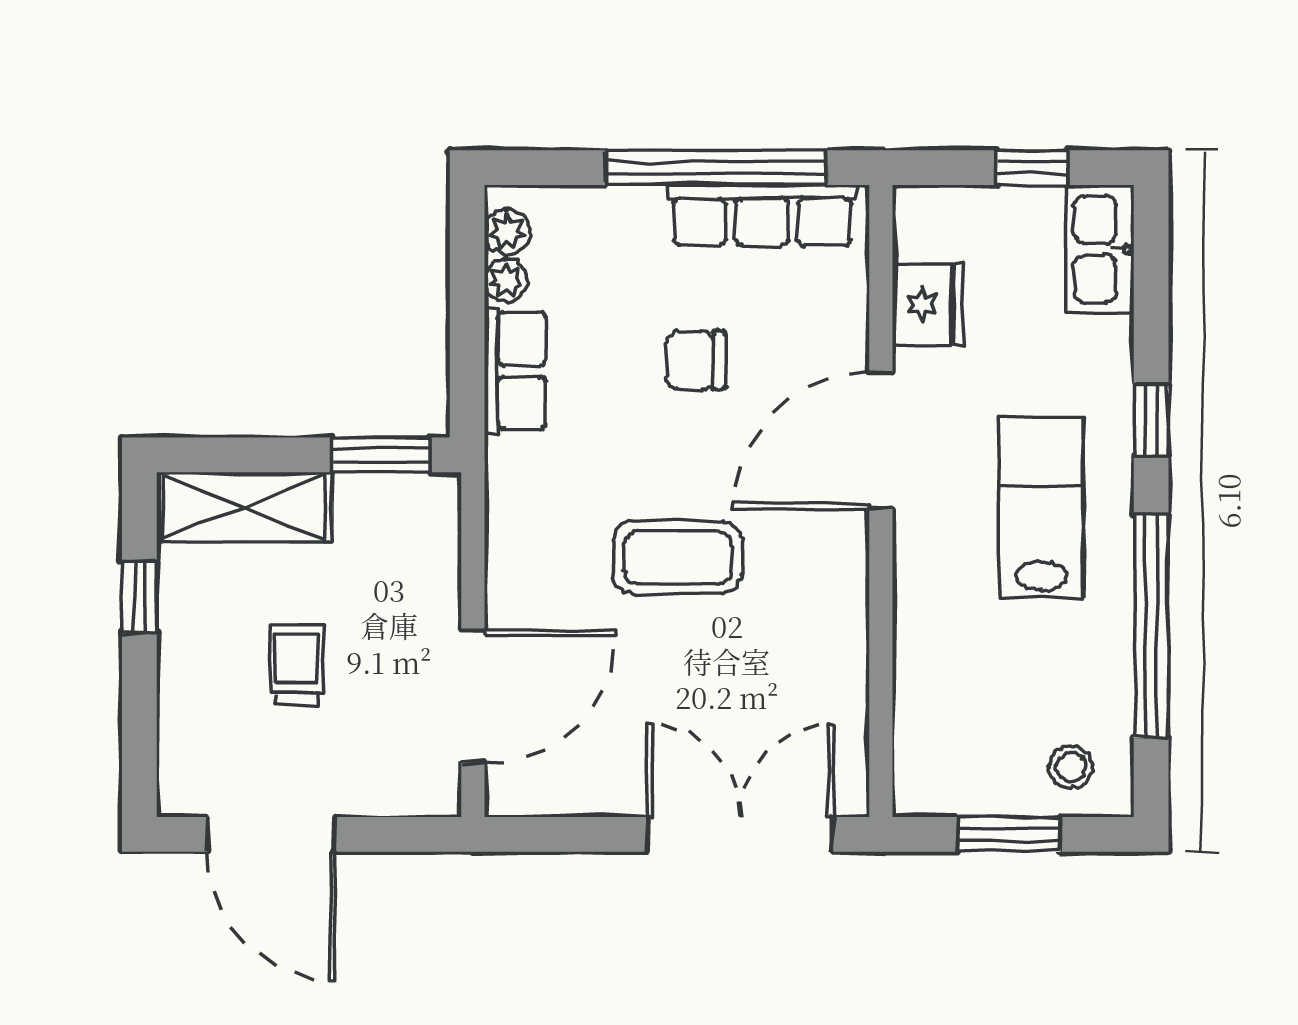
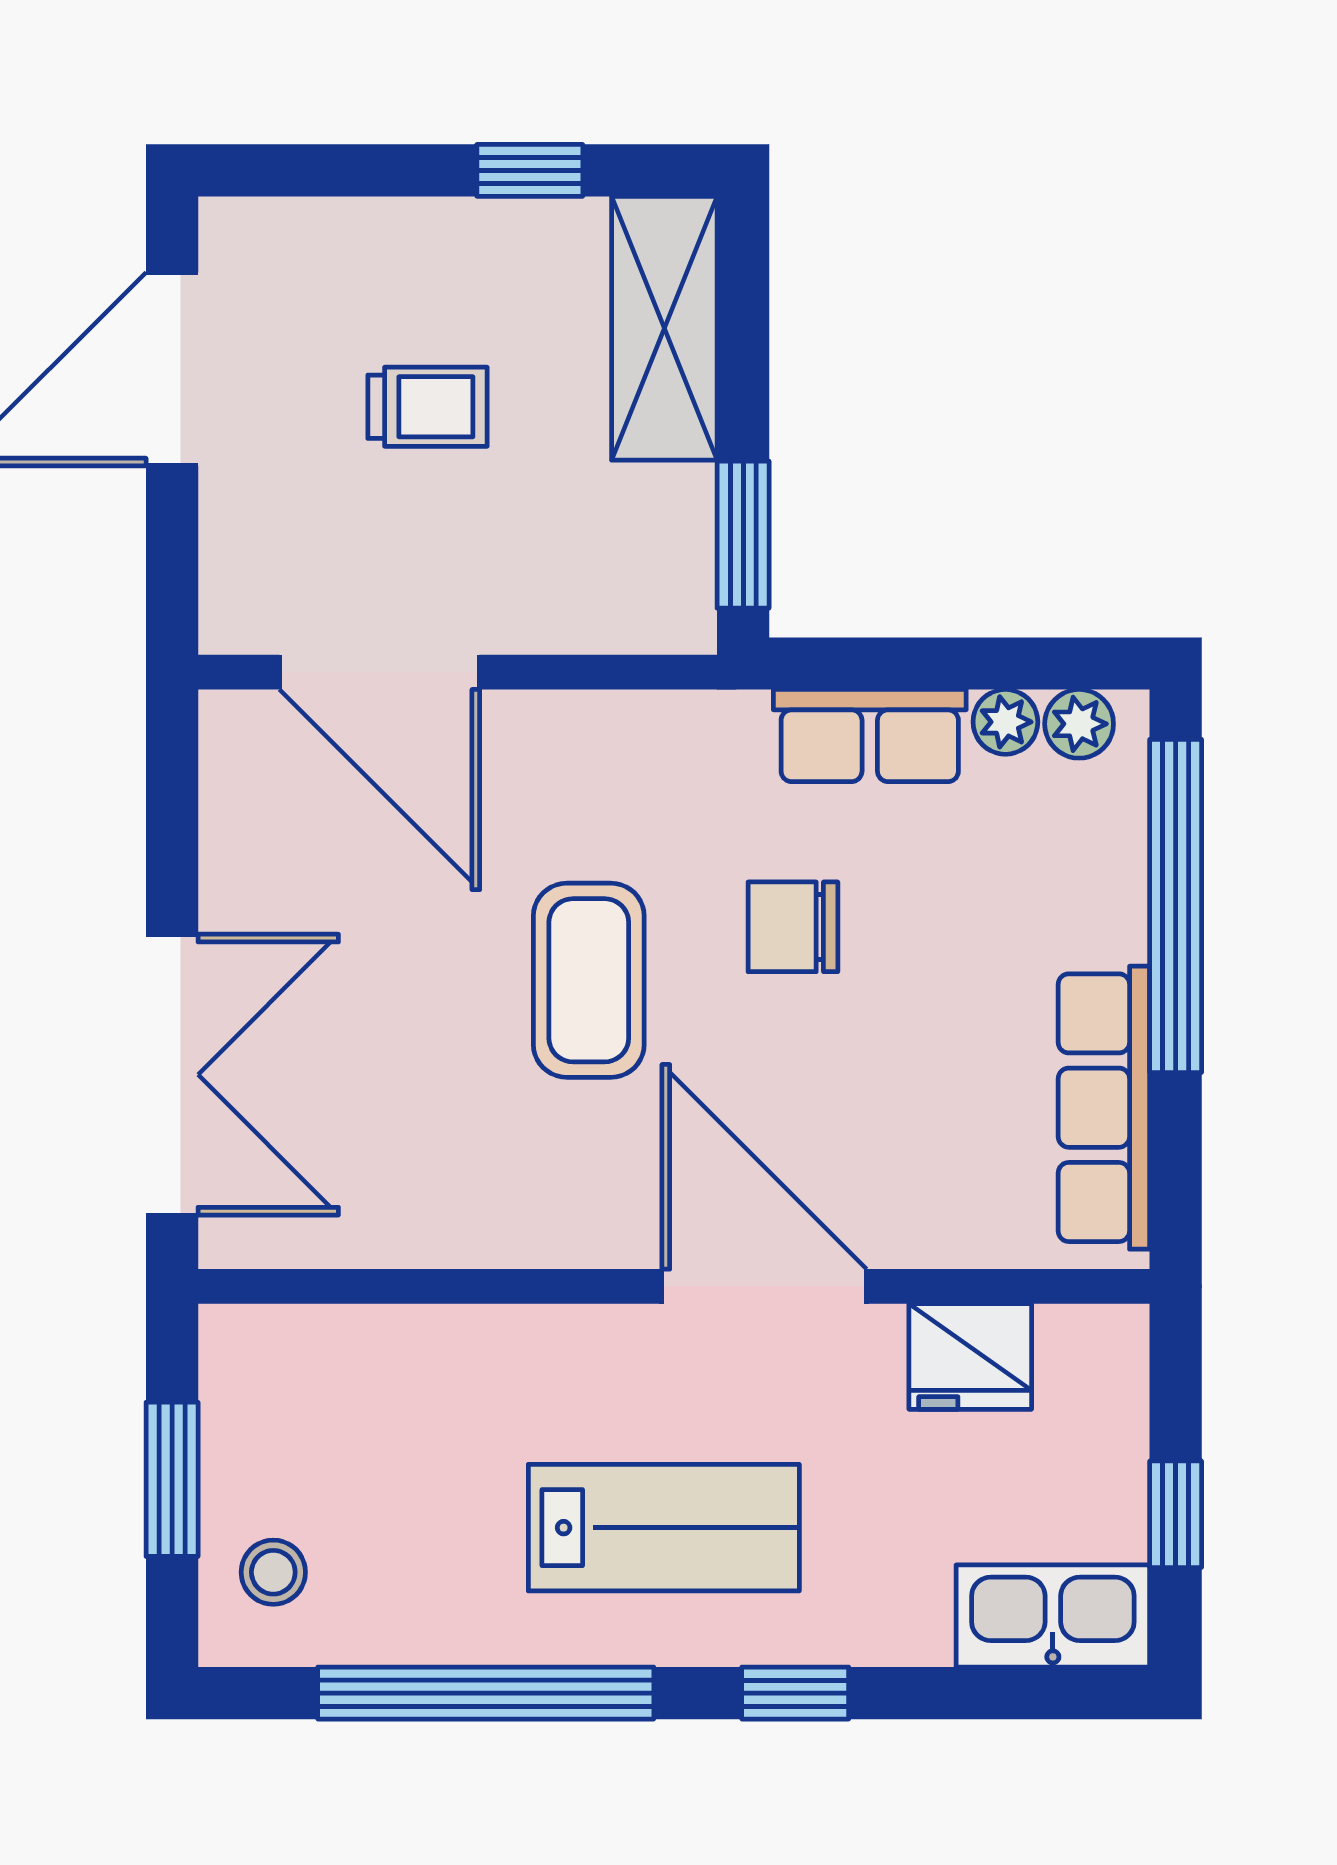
window: (716, 168) -> (1176, 906), moved
chair: (696, 360) -> (793, 927), moved, turned -90

